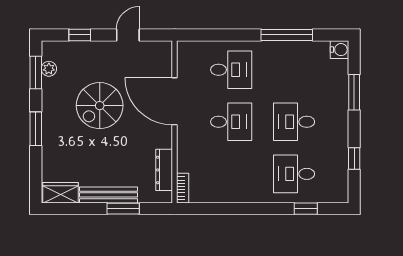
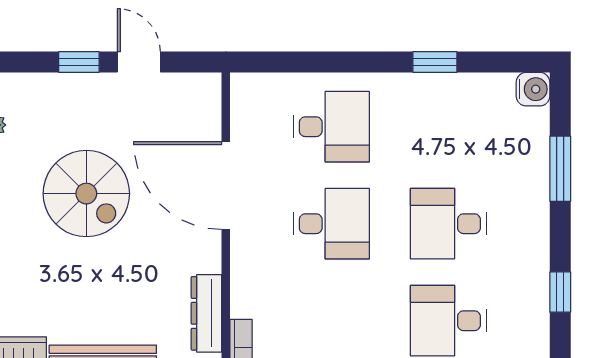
window: (80, 35) -> (79, 62), moved
door: (128, 35) -> (139, 62), hinge flipped
window: (287, 35) -> (435, 62), width x0.46
spiral stairs: (100, 106) -> (86, 194), turned -90

